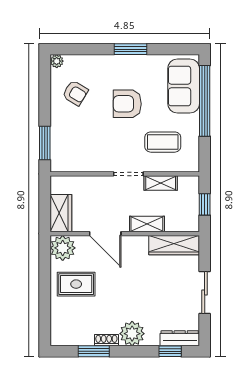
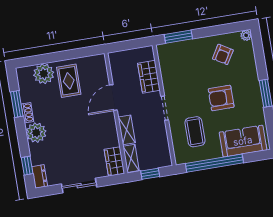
window: (205, 101) -> (214, 163), moved
armchair: (127, 104) -> (221, 98), turned -90
shelving: (161, 183) -> (131, 158), moved
wardrobe: (61, 213) -> (149, 77), moved, turned 90
wardrobe: (174, 245) -> (114, 161), width x0.67
plant: (63, 248) -> (44, 74), moved
dresser: (180, 338) -> (40, 176), width x0.70

